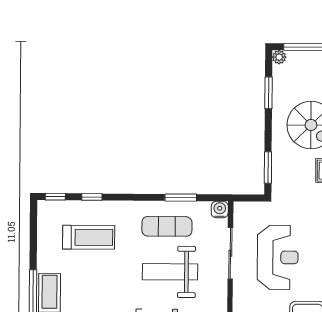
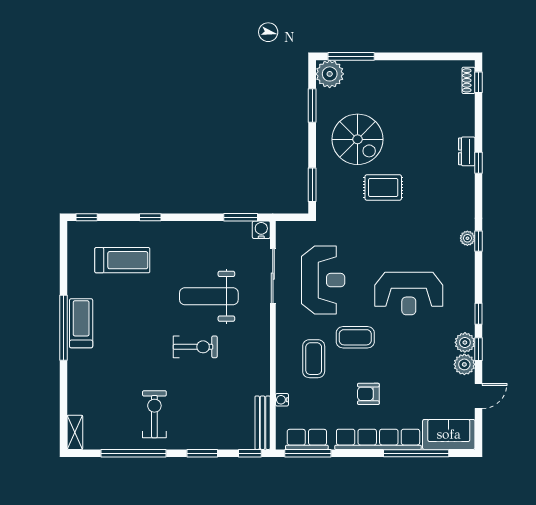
plant: (279, 57) -> (330, 74), width x1.87, depth x1.87
window: (92, 197) -> (150, 217), moved
window: (181, 198) -> (241, 217), moved
exercise mat: (167, 226) -> (205, 248), removed

